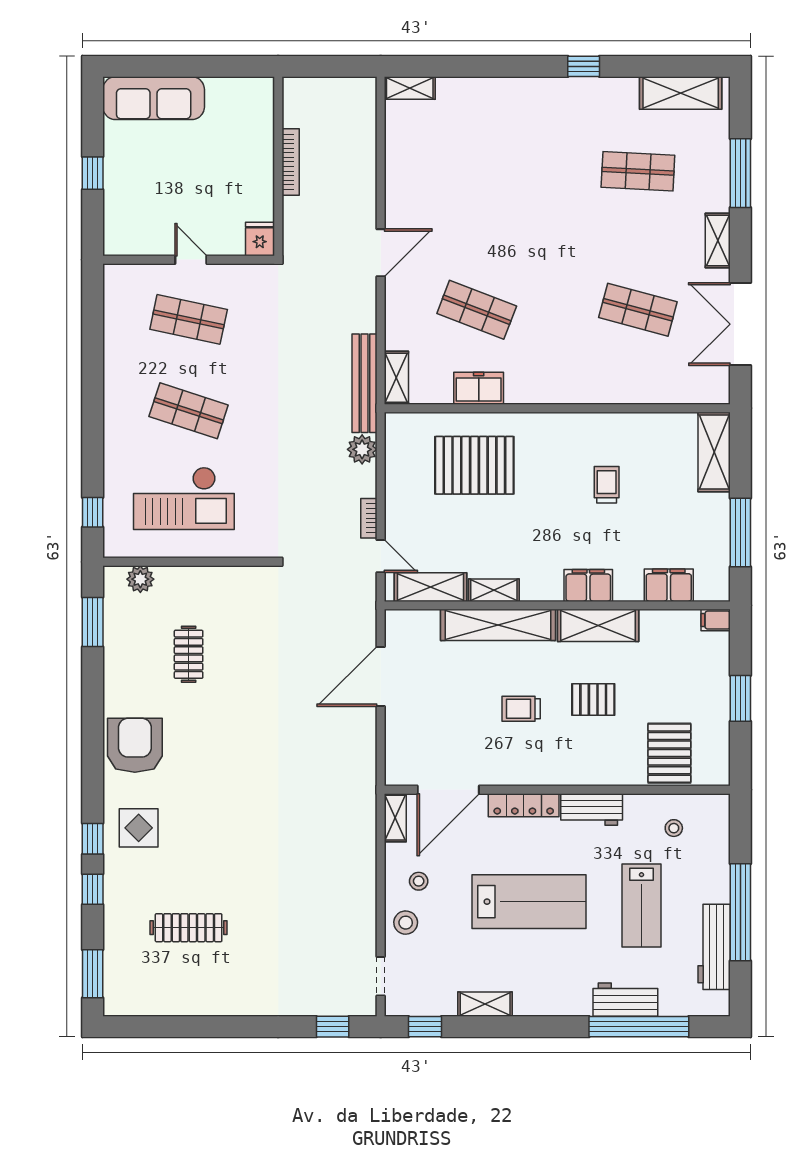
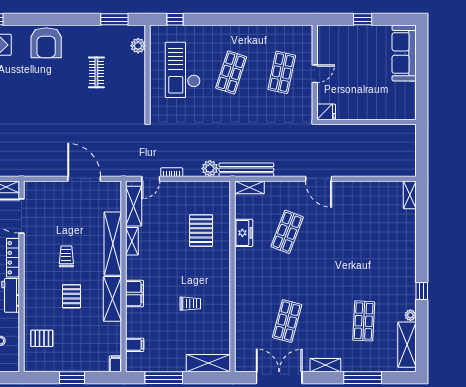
plant: (627, 87) -> (410, 315), added
bookcase: (291, 162) -> (369, 129), removed
pallet: (474, 465) -> (201, 231), width x0.73, depth x0.71
filing cabinet: (669, 585) -> (135, 345), width x0.50
clothes rail: (189, 654) -> (96, 72), turned 90
armchair: (135, 745) -> (46, 43), turned 90
pallet: (669, 753) -> (42, 338), width x0.67, depth x0.71

